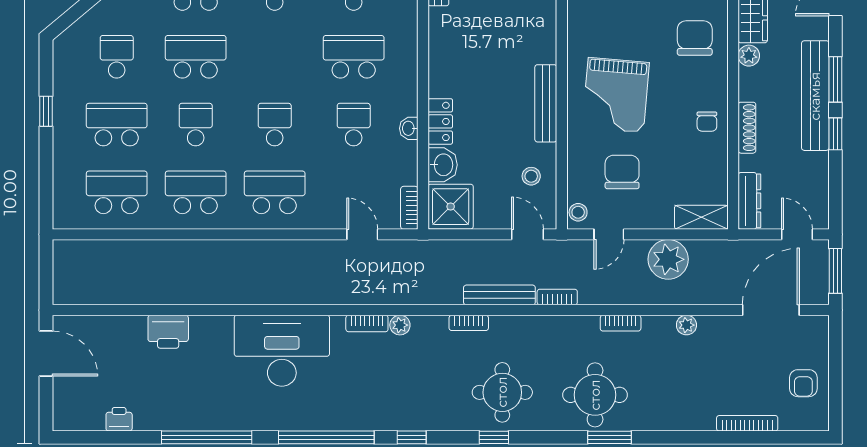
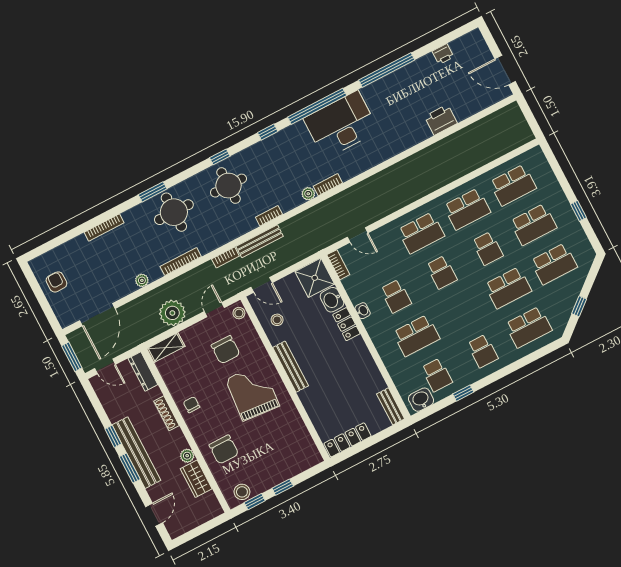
school desk: (117, 57) -> (554, 264), width x1.85
bookcase: (621, 323) -> (181, 262), width x1.56
desk: (282, 351) -> (341, 125), moved, turned 180
bookcase: (747, 423) -> (104, 228), moved

